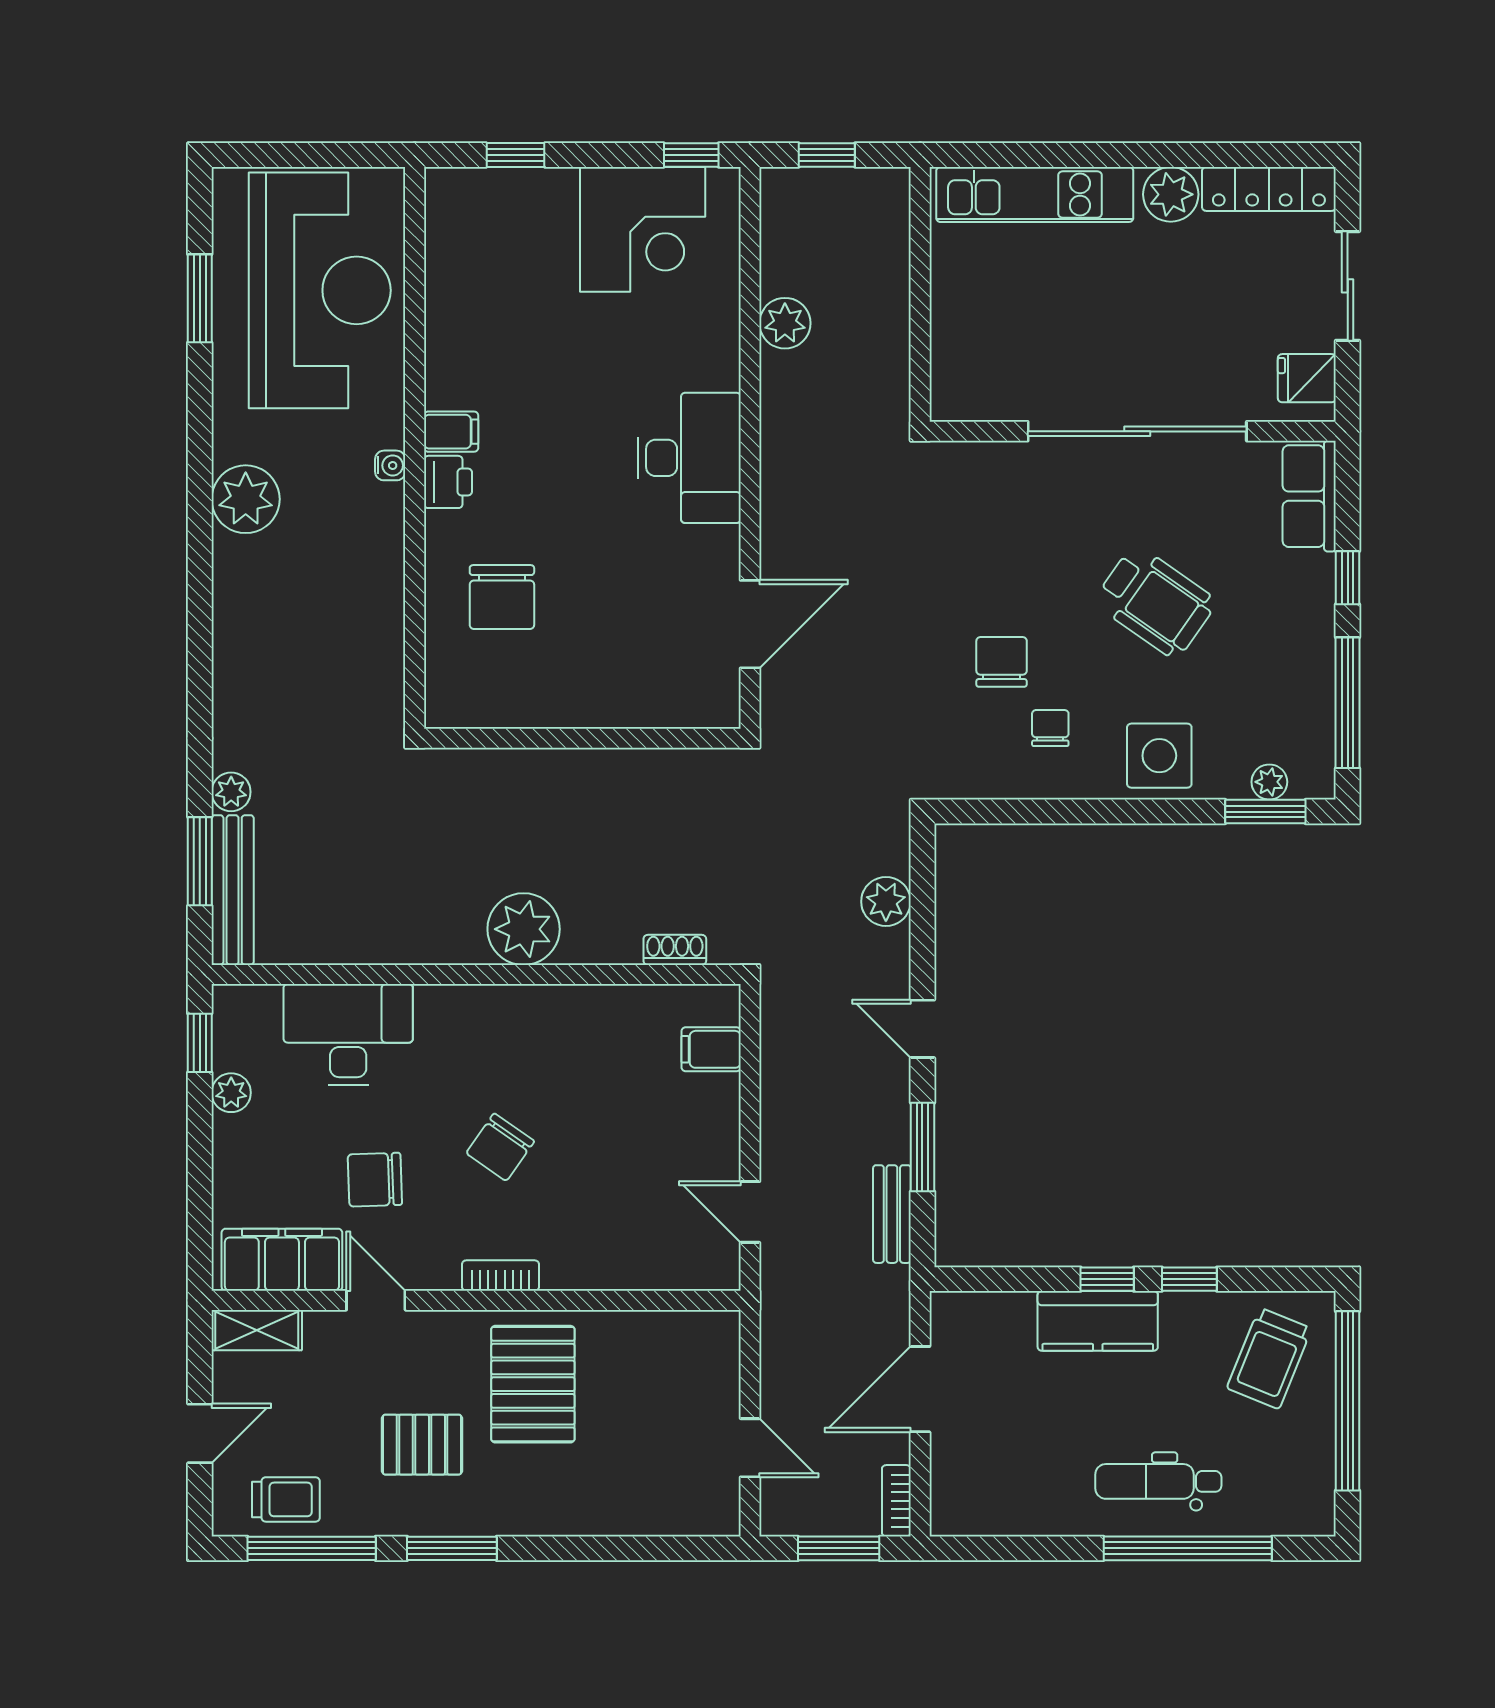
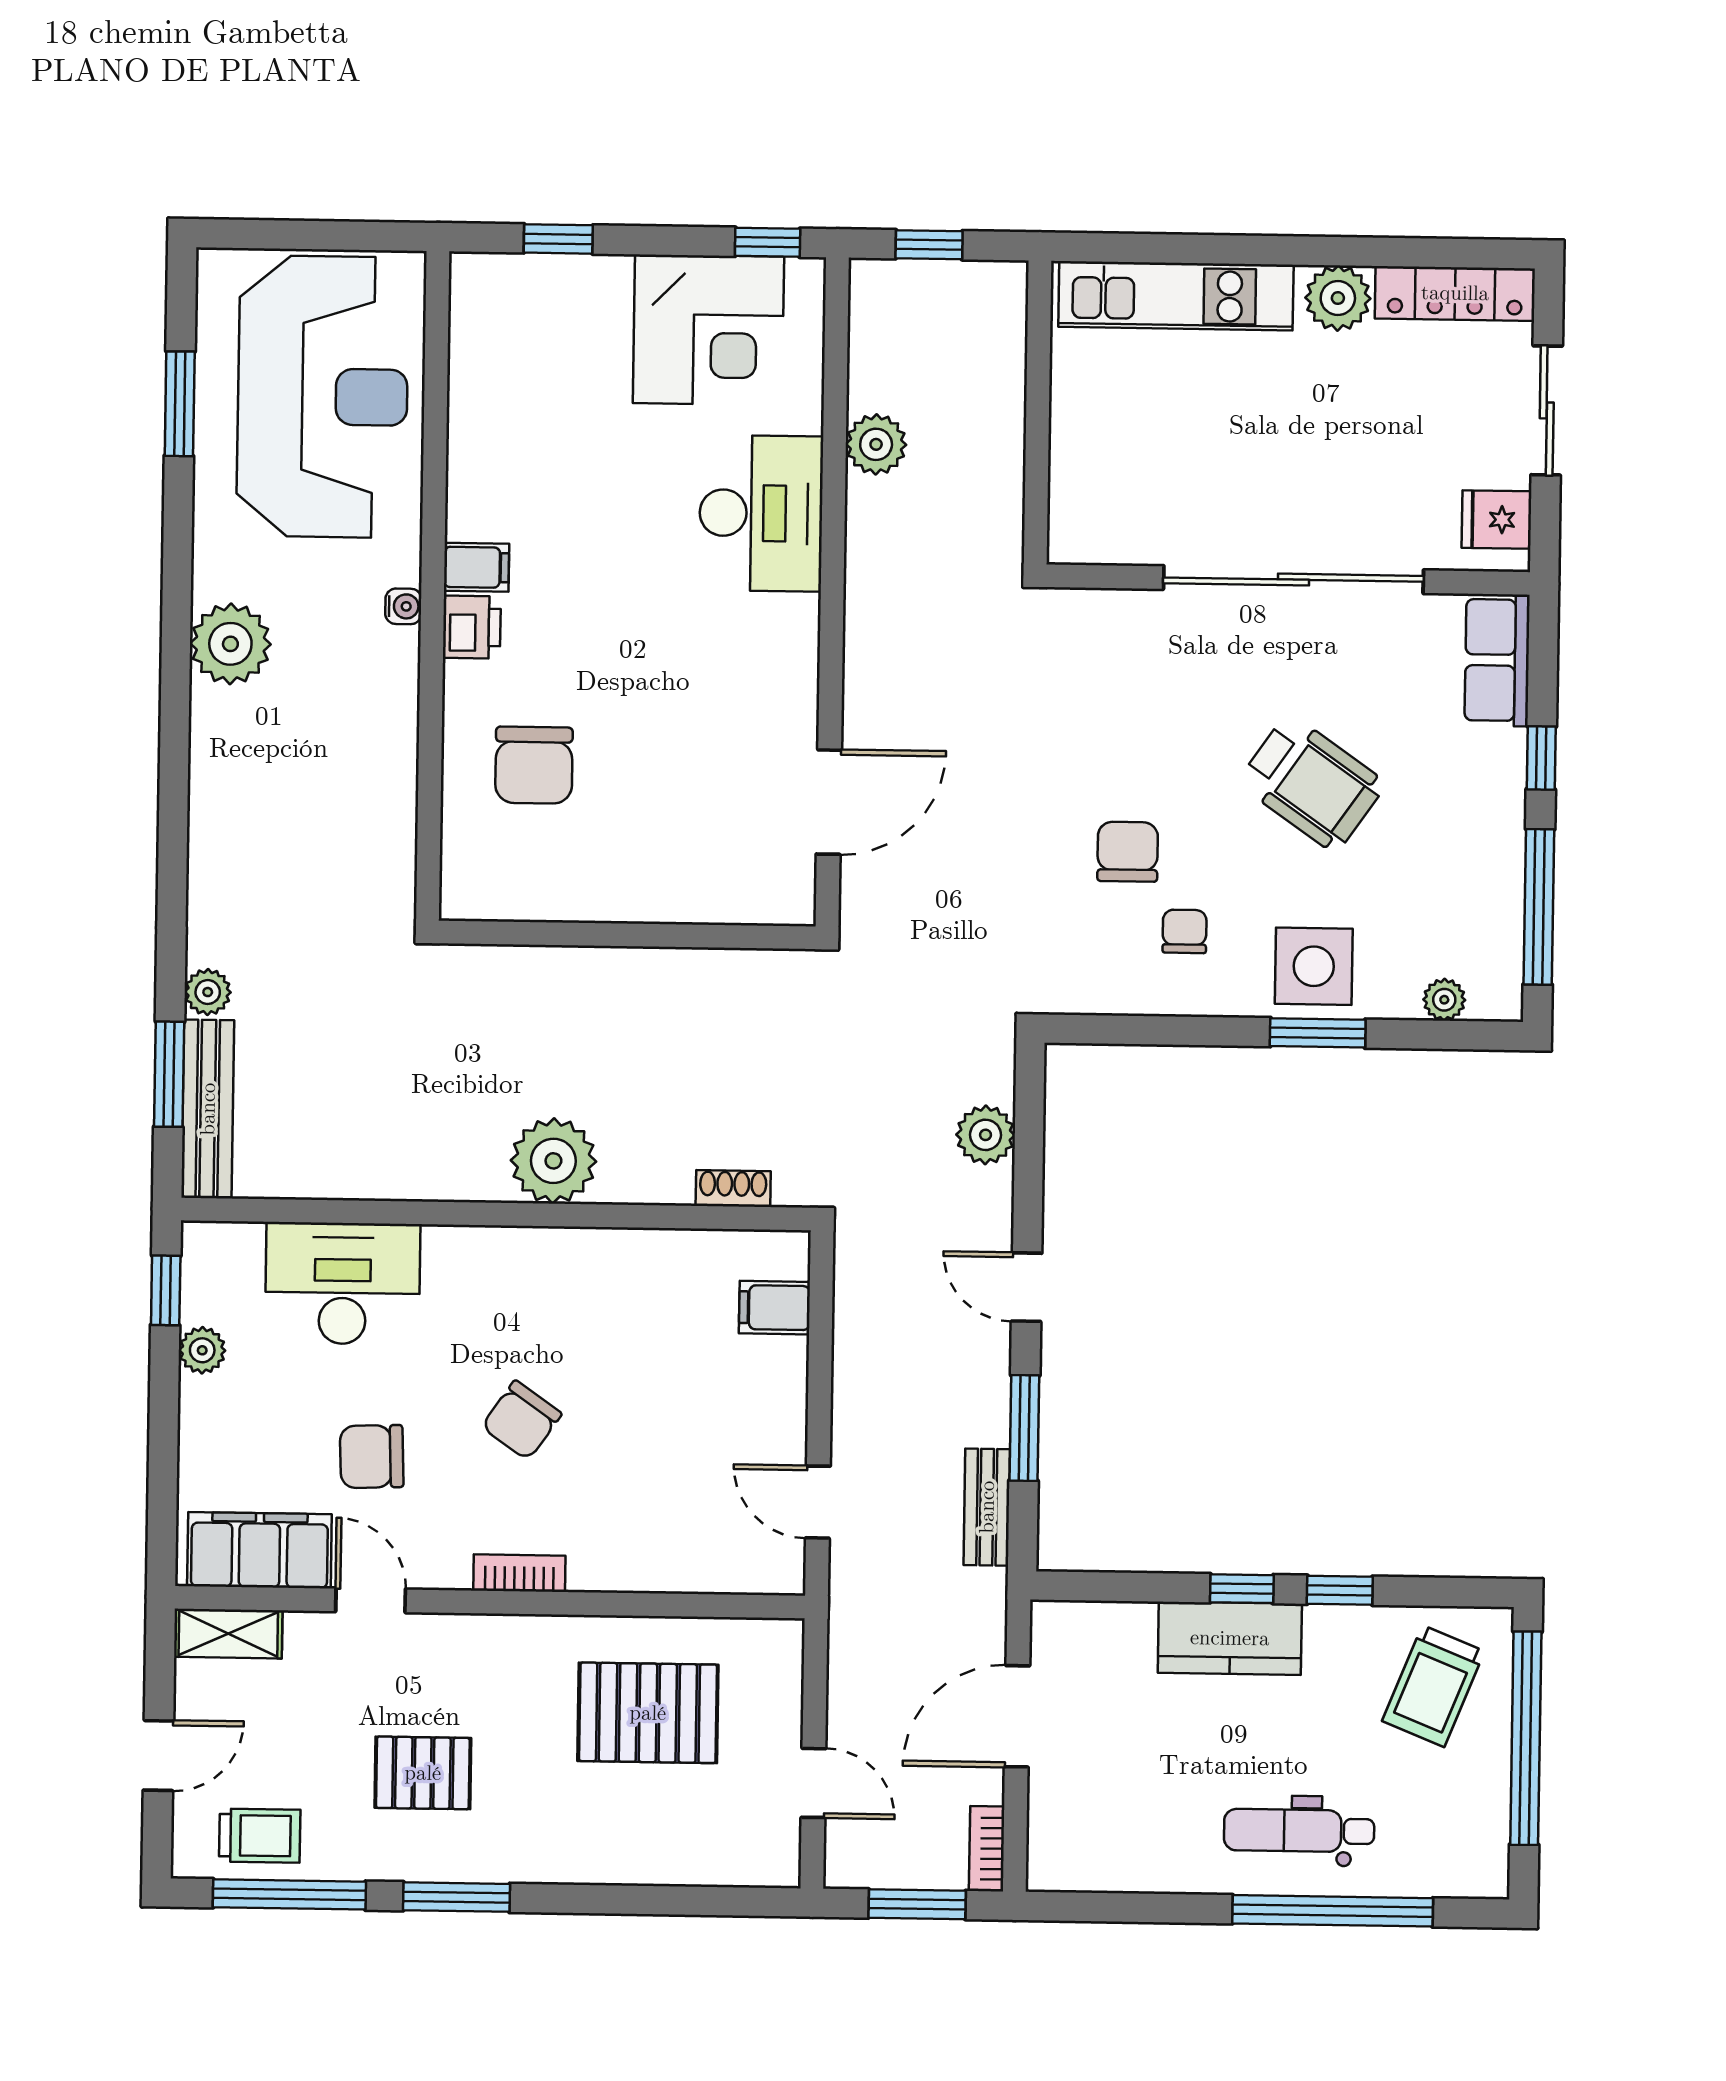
desk: (689, 458) -> (761, 513), moved
window: (1265, 812) -> (1318, 1033), moved
pallet: (533, 1384) -> (648, 1713), moved, turned 90

